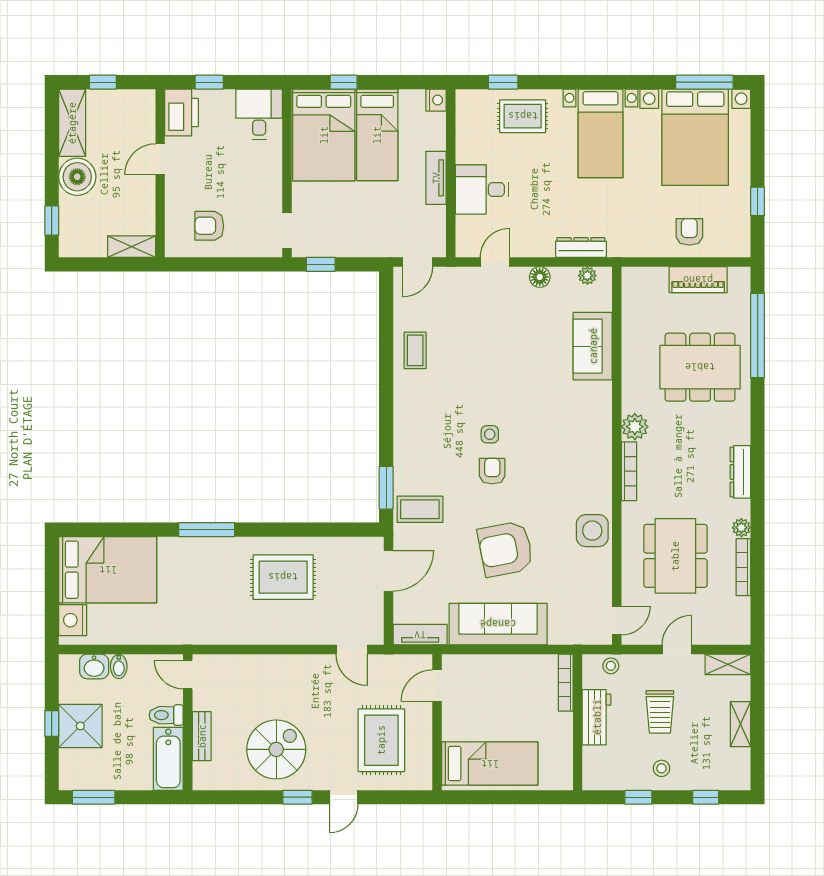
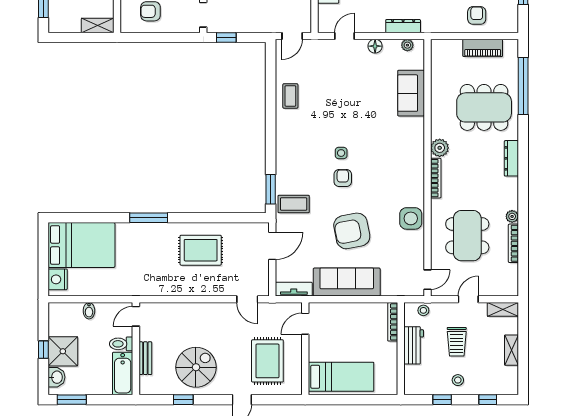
dresser: (740, 472) -> (511, 158), moved
washbasin: (94, 666) -> (56, 377), moved, turned -90
door: (188, 674) -> (136, 316), hinge flipped
window: (297, 797) -> (183, 400), moved

